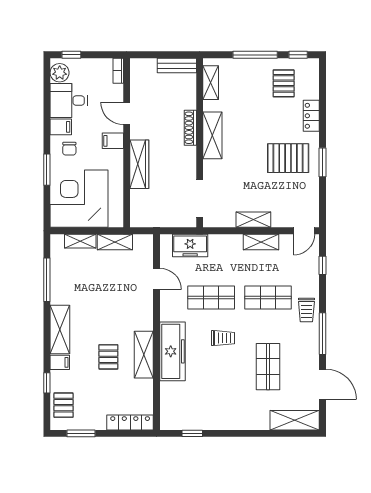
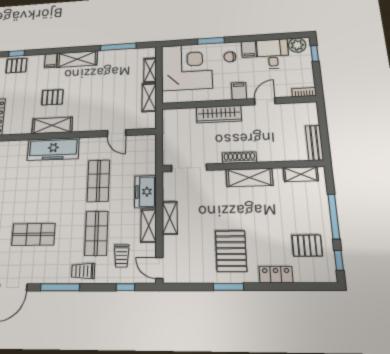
shoe rack: (190, 128) -> (239, 158), moved
freezer: (190, 246) -> (145, 192), moved
door: (156, 279) -> (117, 133), hinge flipped
trolley: (223, 338) -> (122, 256), moved
window: (47, 383) -> (17, 53), moved

